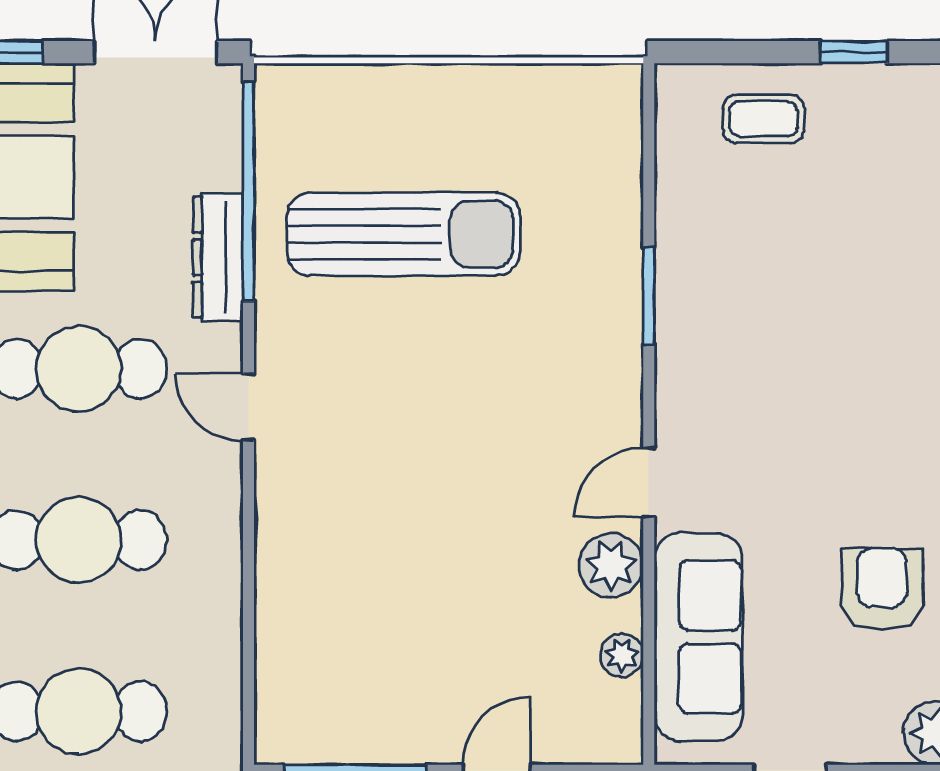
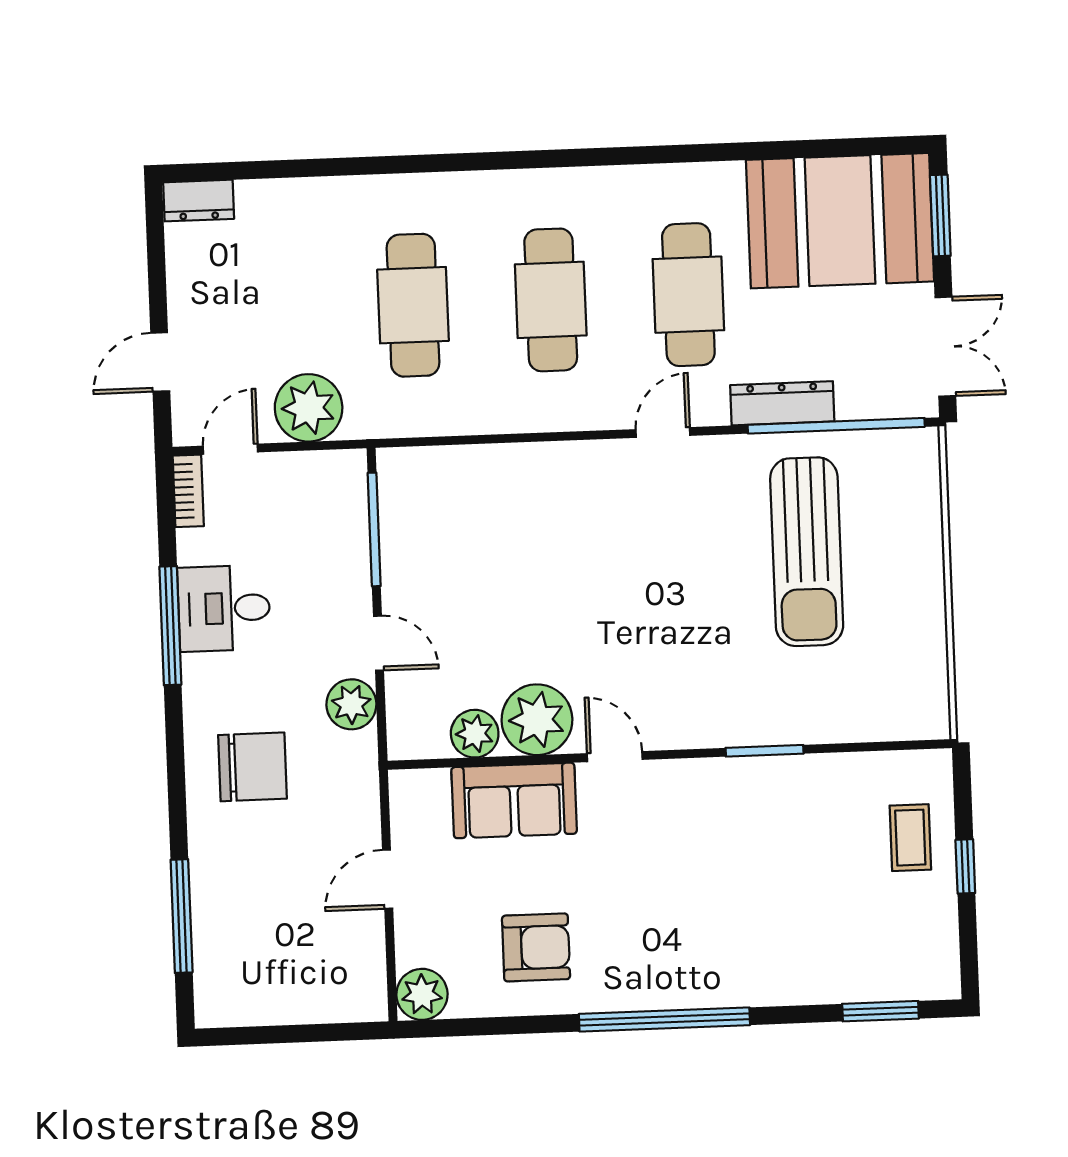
window: (854, 52) -> (965, 866), moved
plant: (611, 565) -> (537, 720), width x1.36, depth x1.36
sofa: (698, 637) -> (514, 800), width x0.73
plant: (622, 655) -> (475, 734), width x1.38, depth x1.38

